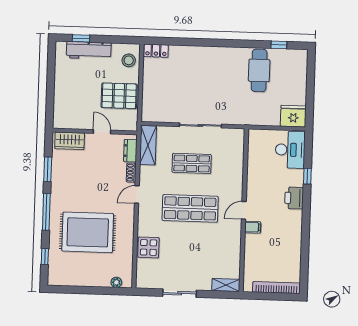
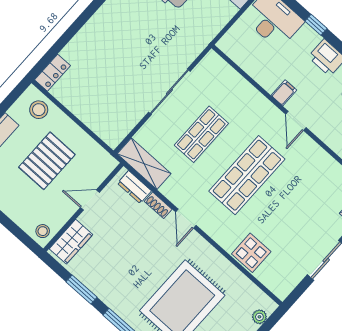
pallet: (119, 96) -> (47, 161), moved
stool: (62, 120) -> (43, 231), added
filing cabinet: (253, 227) -> (284, 93), moved

